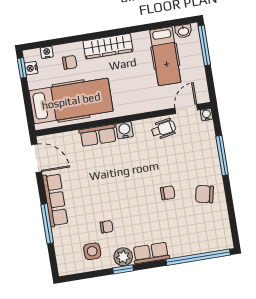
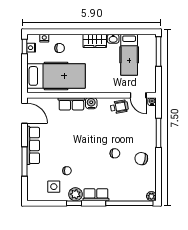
washbasin: (183, 31) -> (113, 39), moved
wardrobe: (108, 46) -> (95, 41), width x0.67
door: (186, 109) -> (138, 95), swing flipped
plant: (226, 243) -> (151, 196), added

